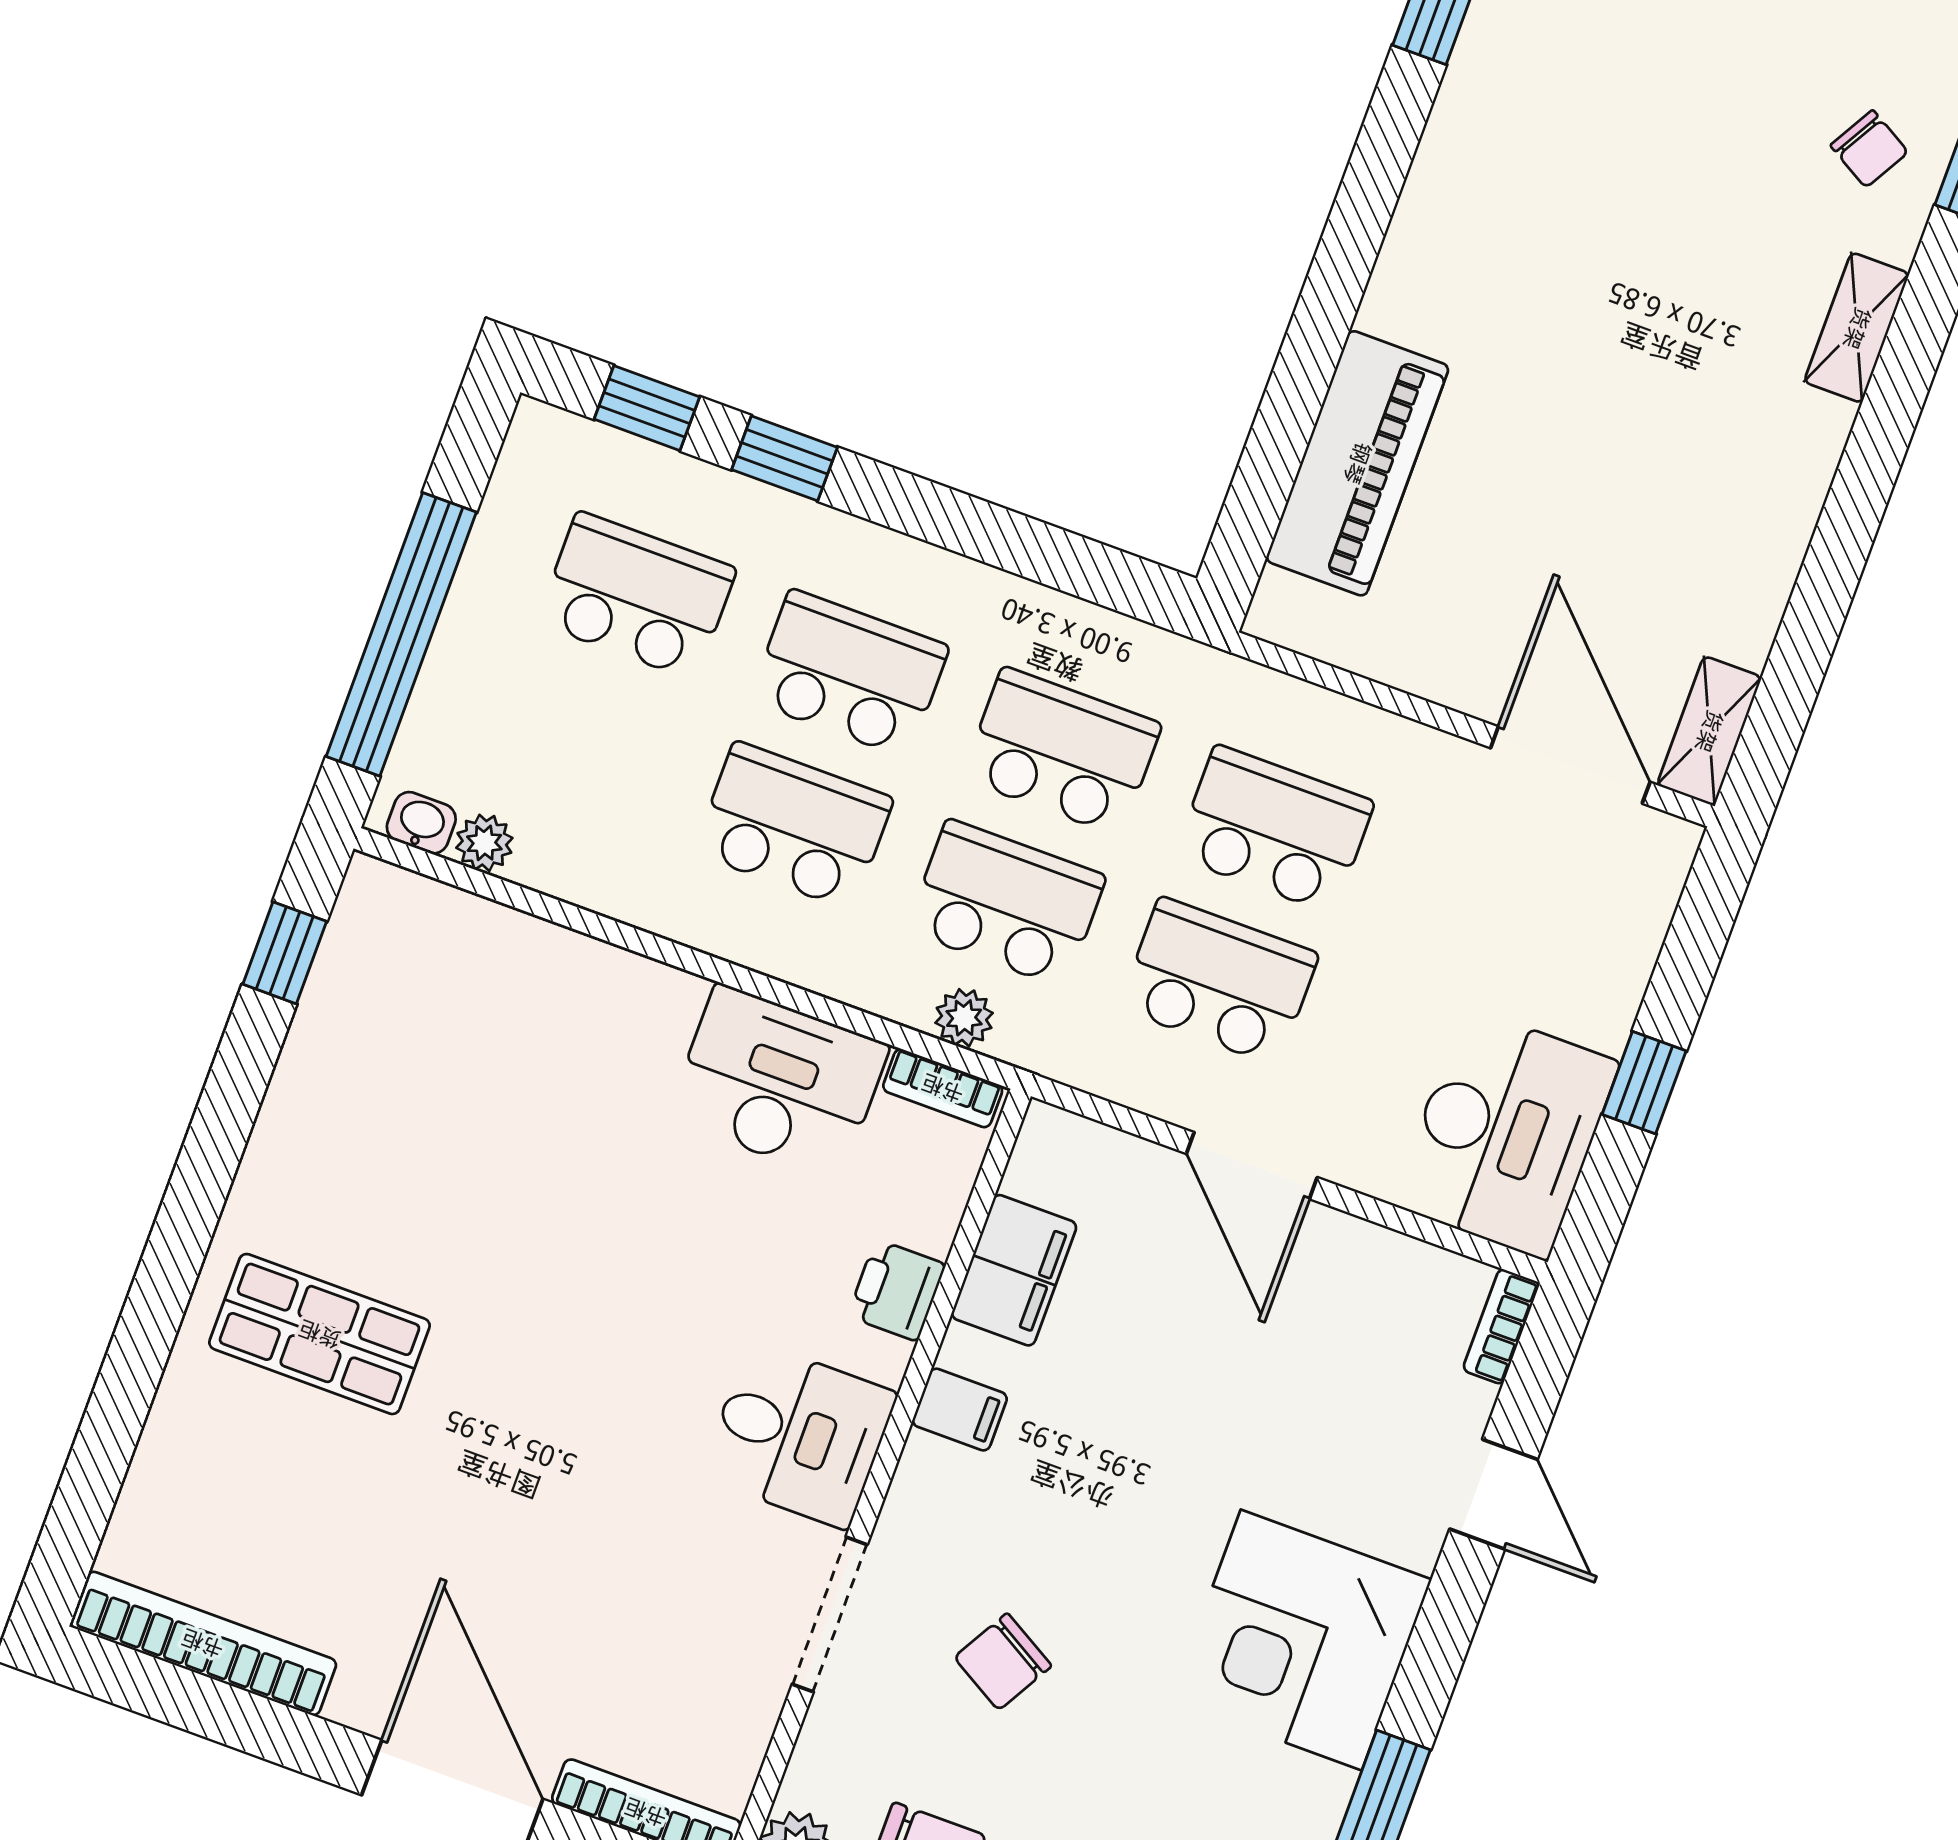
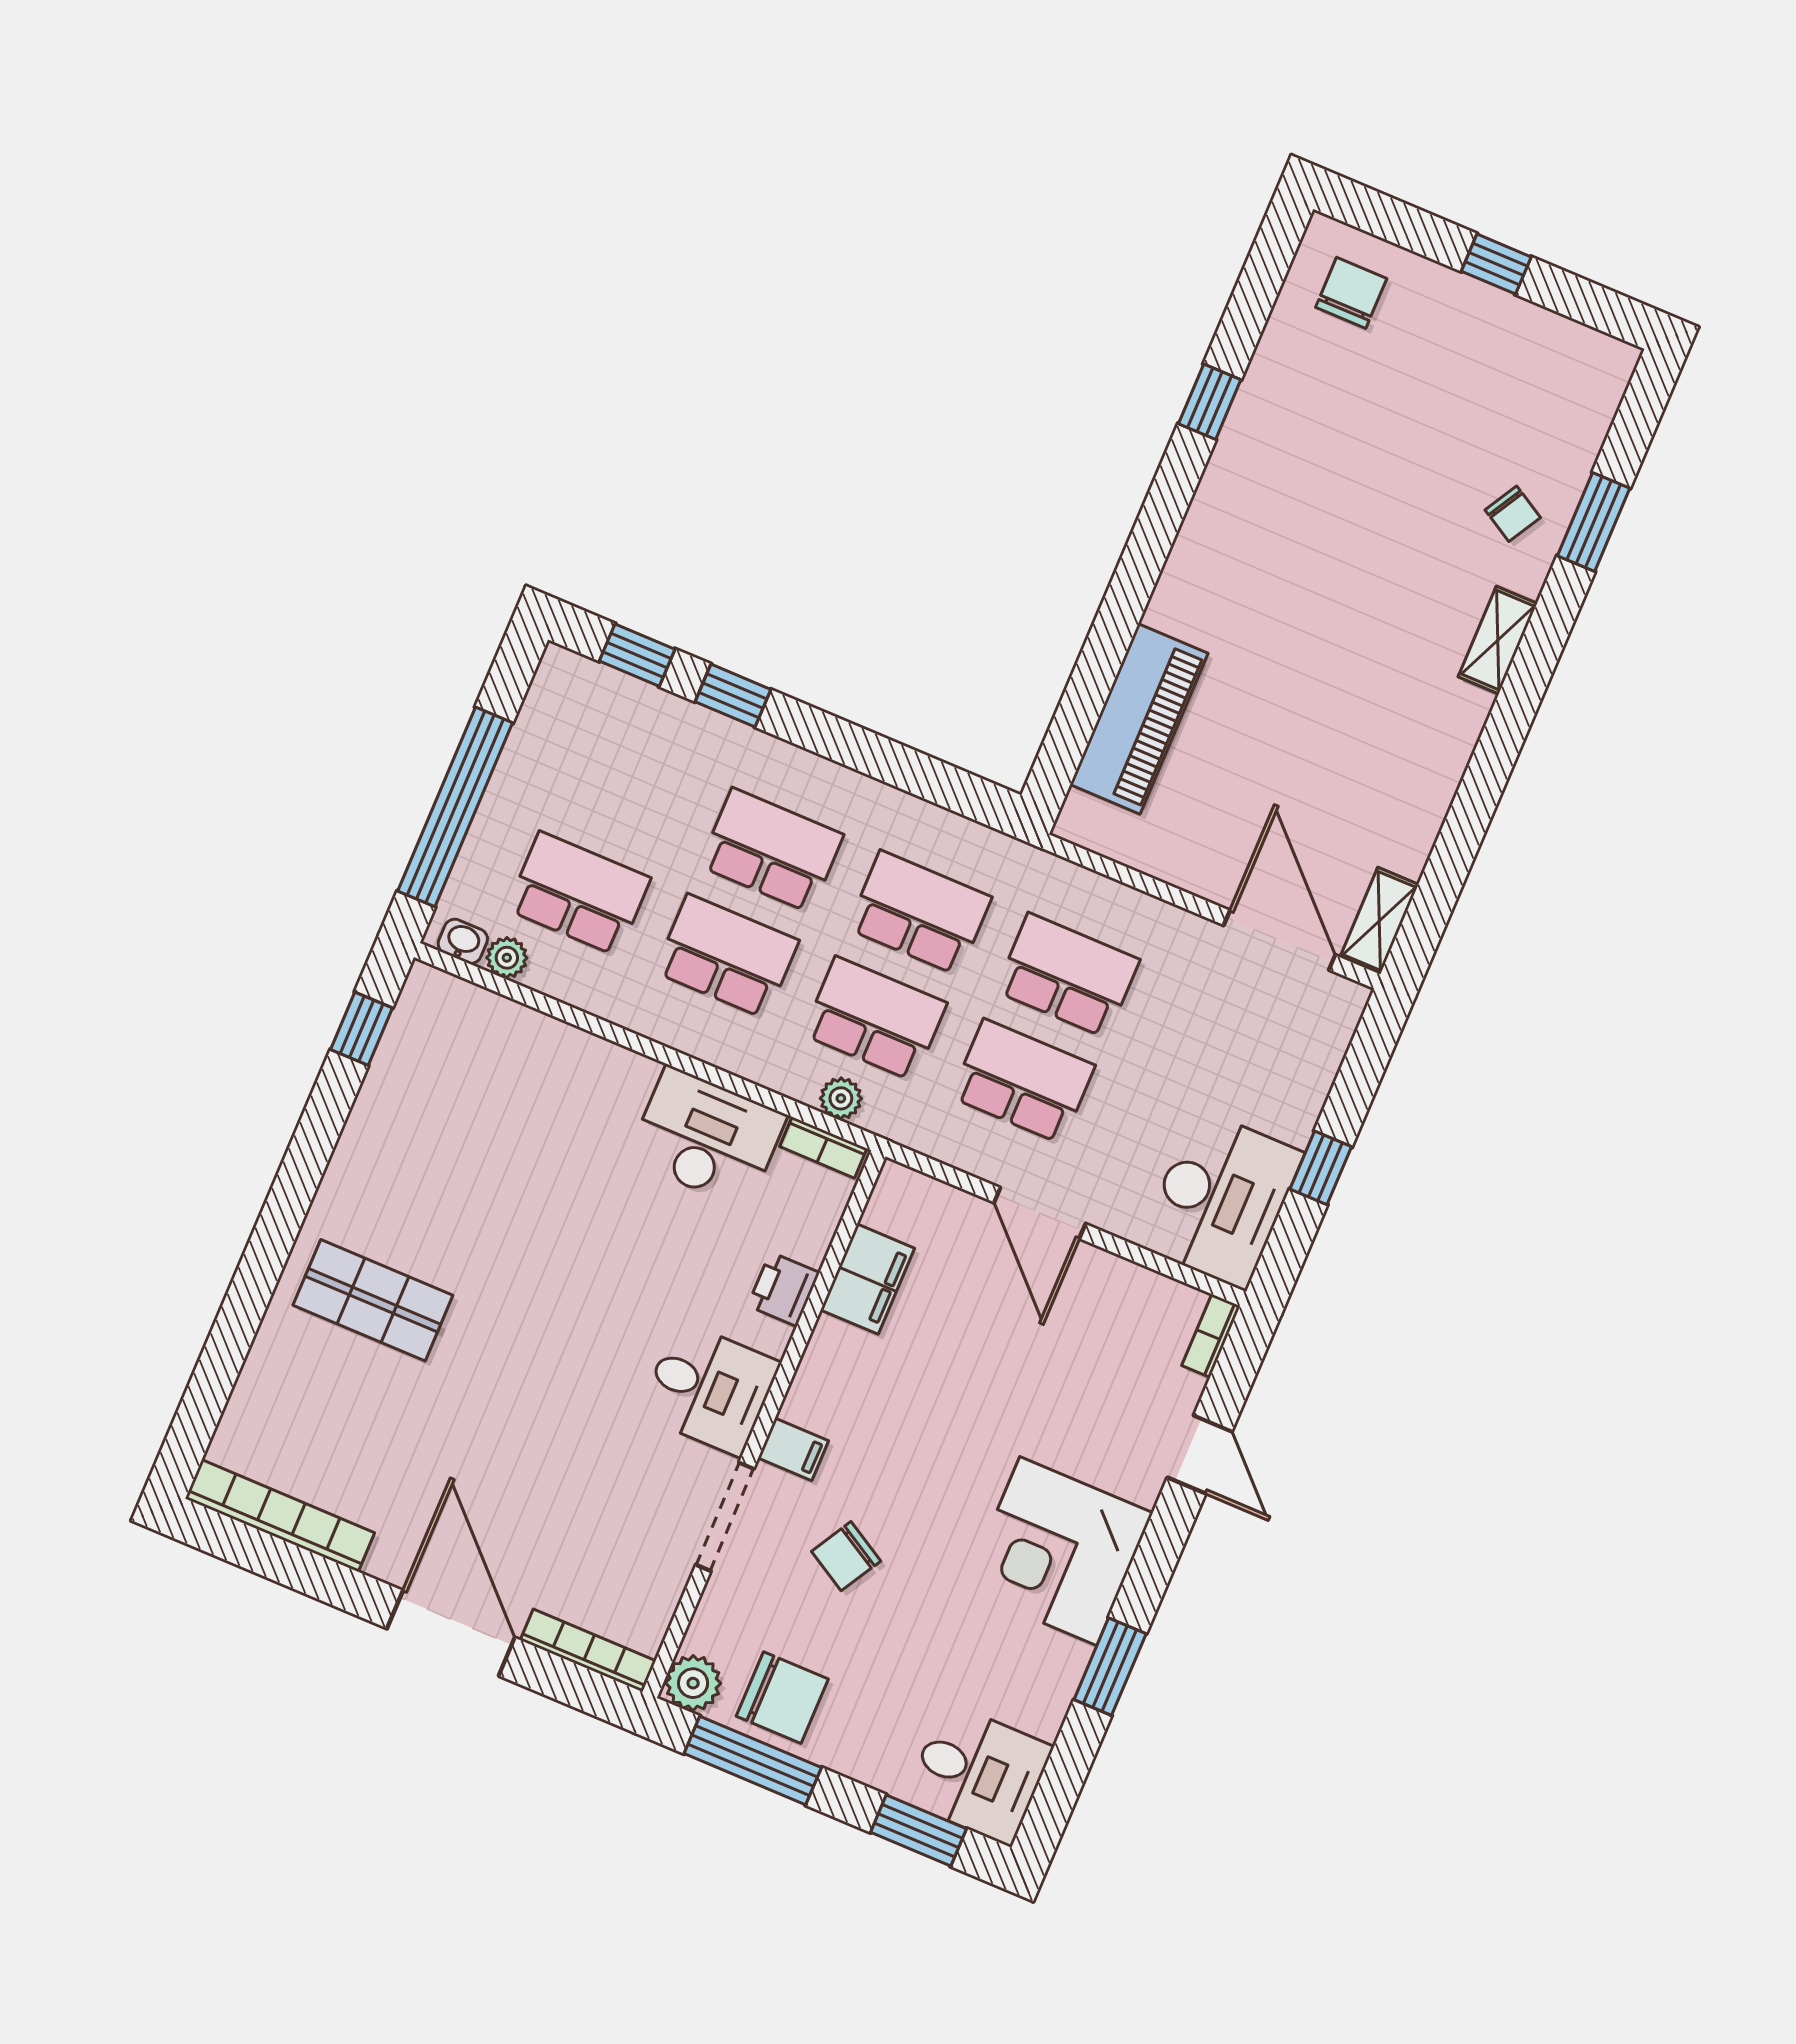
school desk: (637, 596) -> (579, 894), moved
filing cabinet: (960, 1410) -> (793, 1449), moved

